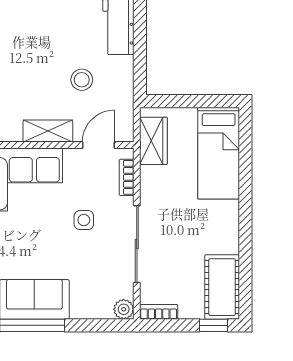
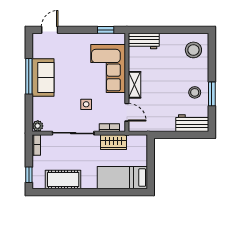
stool: (82, 80) -> (195, 92), moved
wardrobe: (153, 141) -> (114, 142), moved
cot: (222, 287) -> (63, 179), moved

